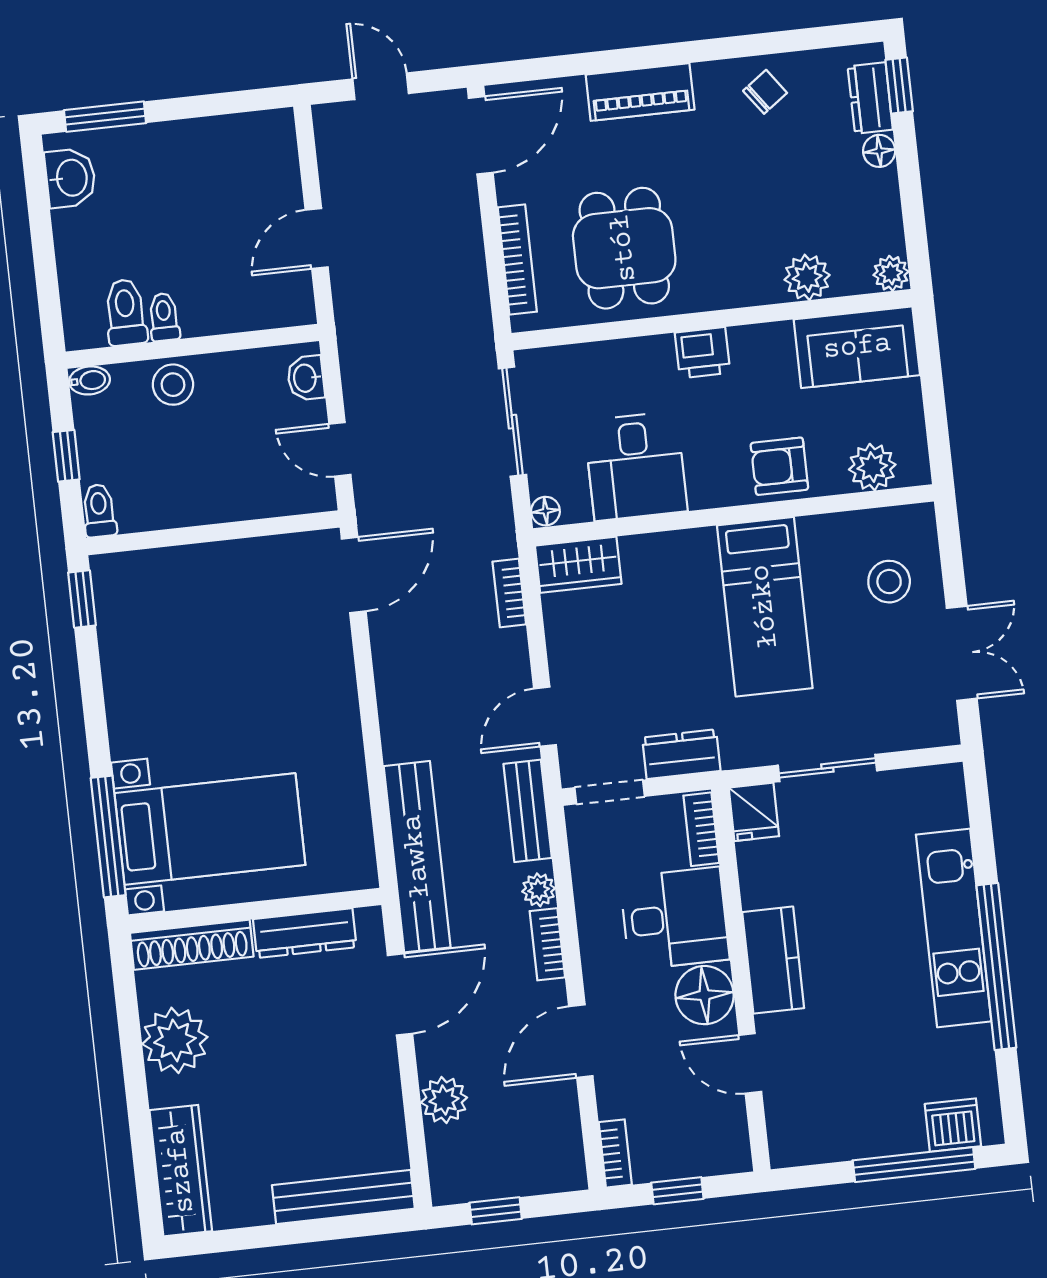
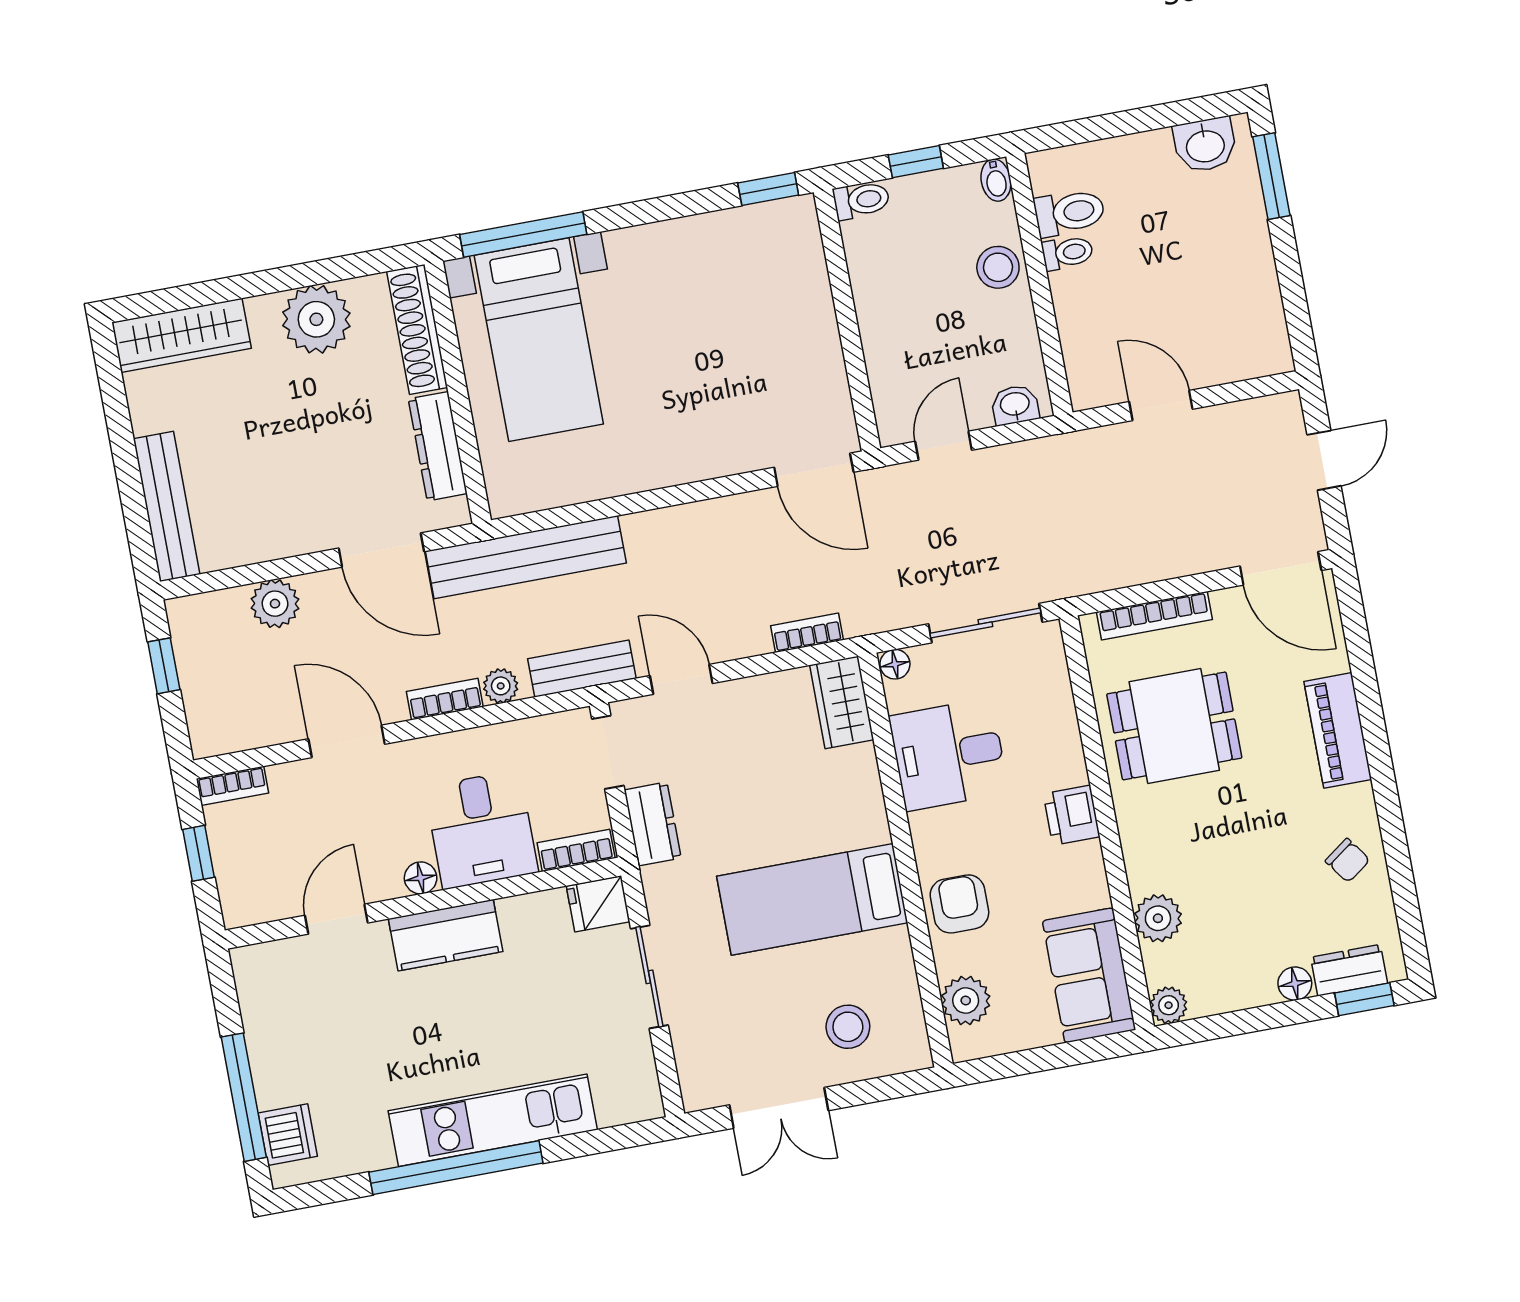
floor lamp: (705, 995) -> (421, 878), width x0.53, depth x0.53

